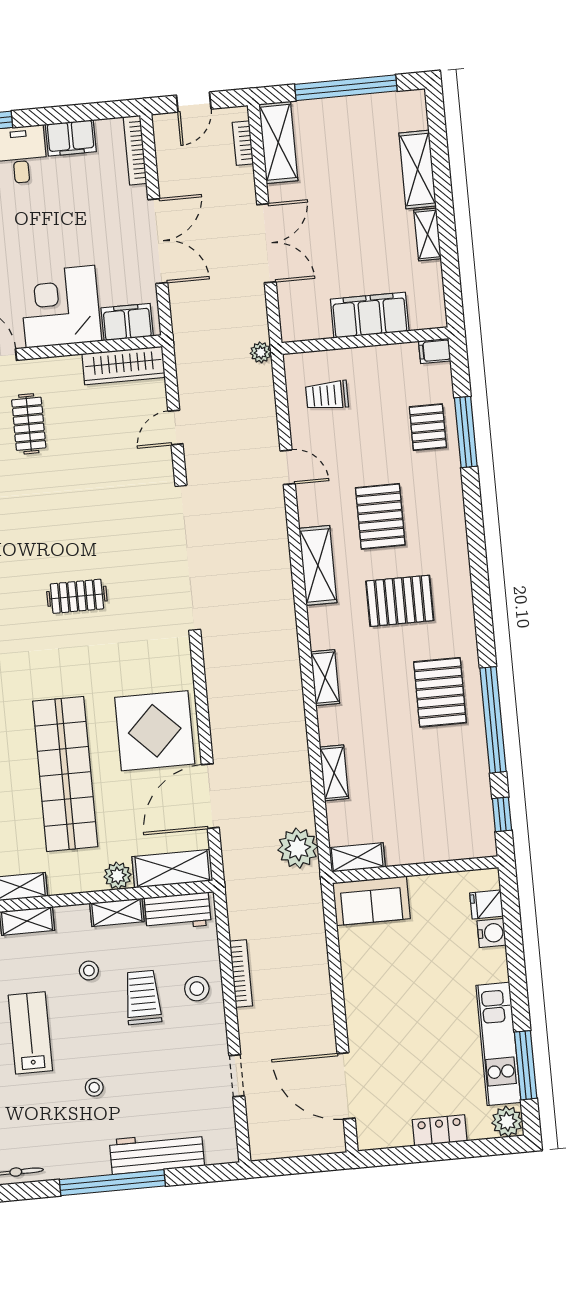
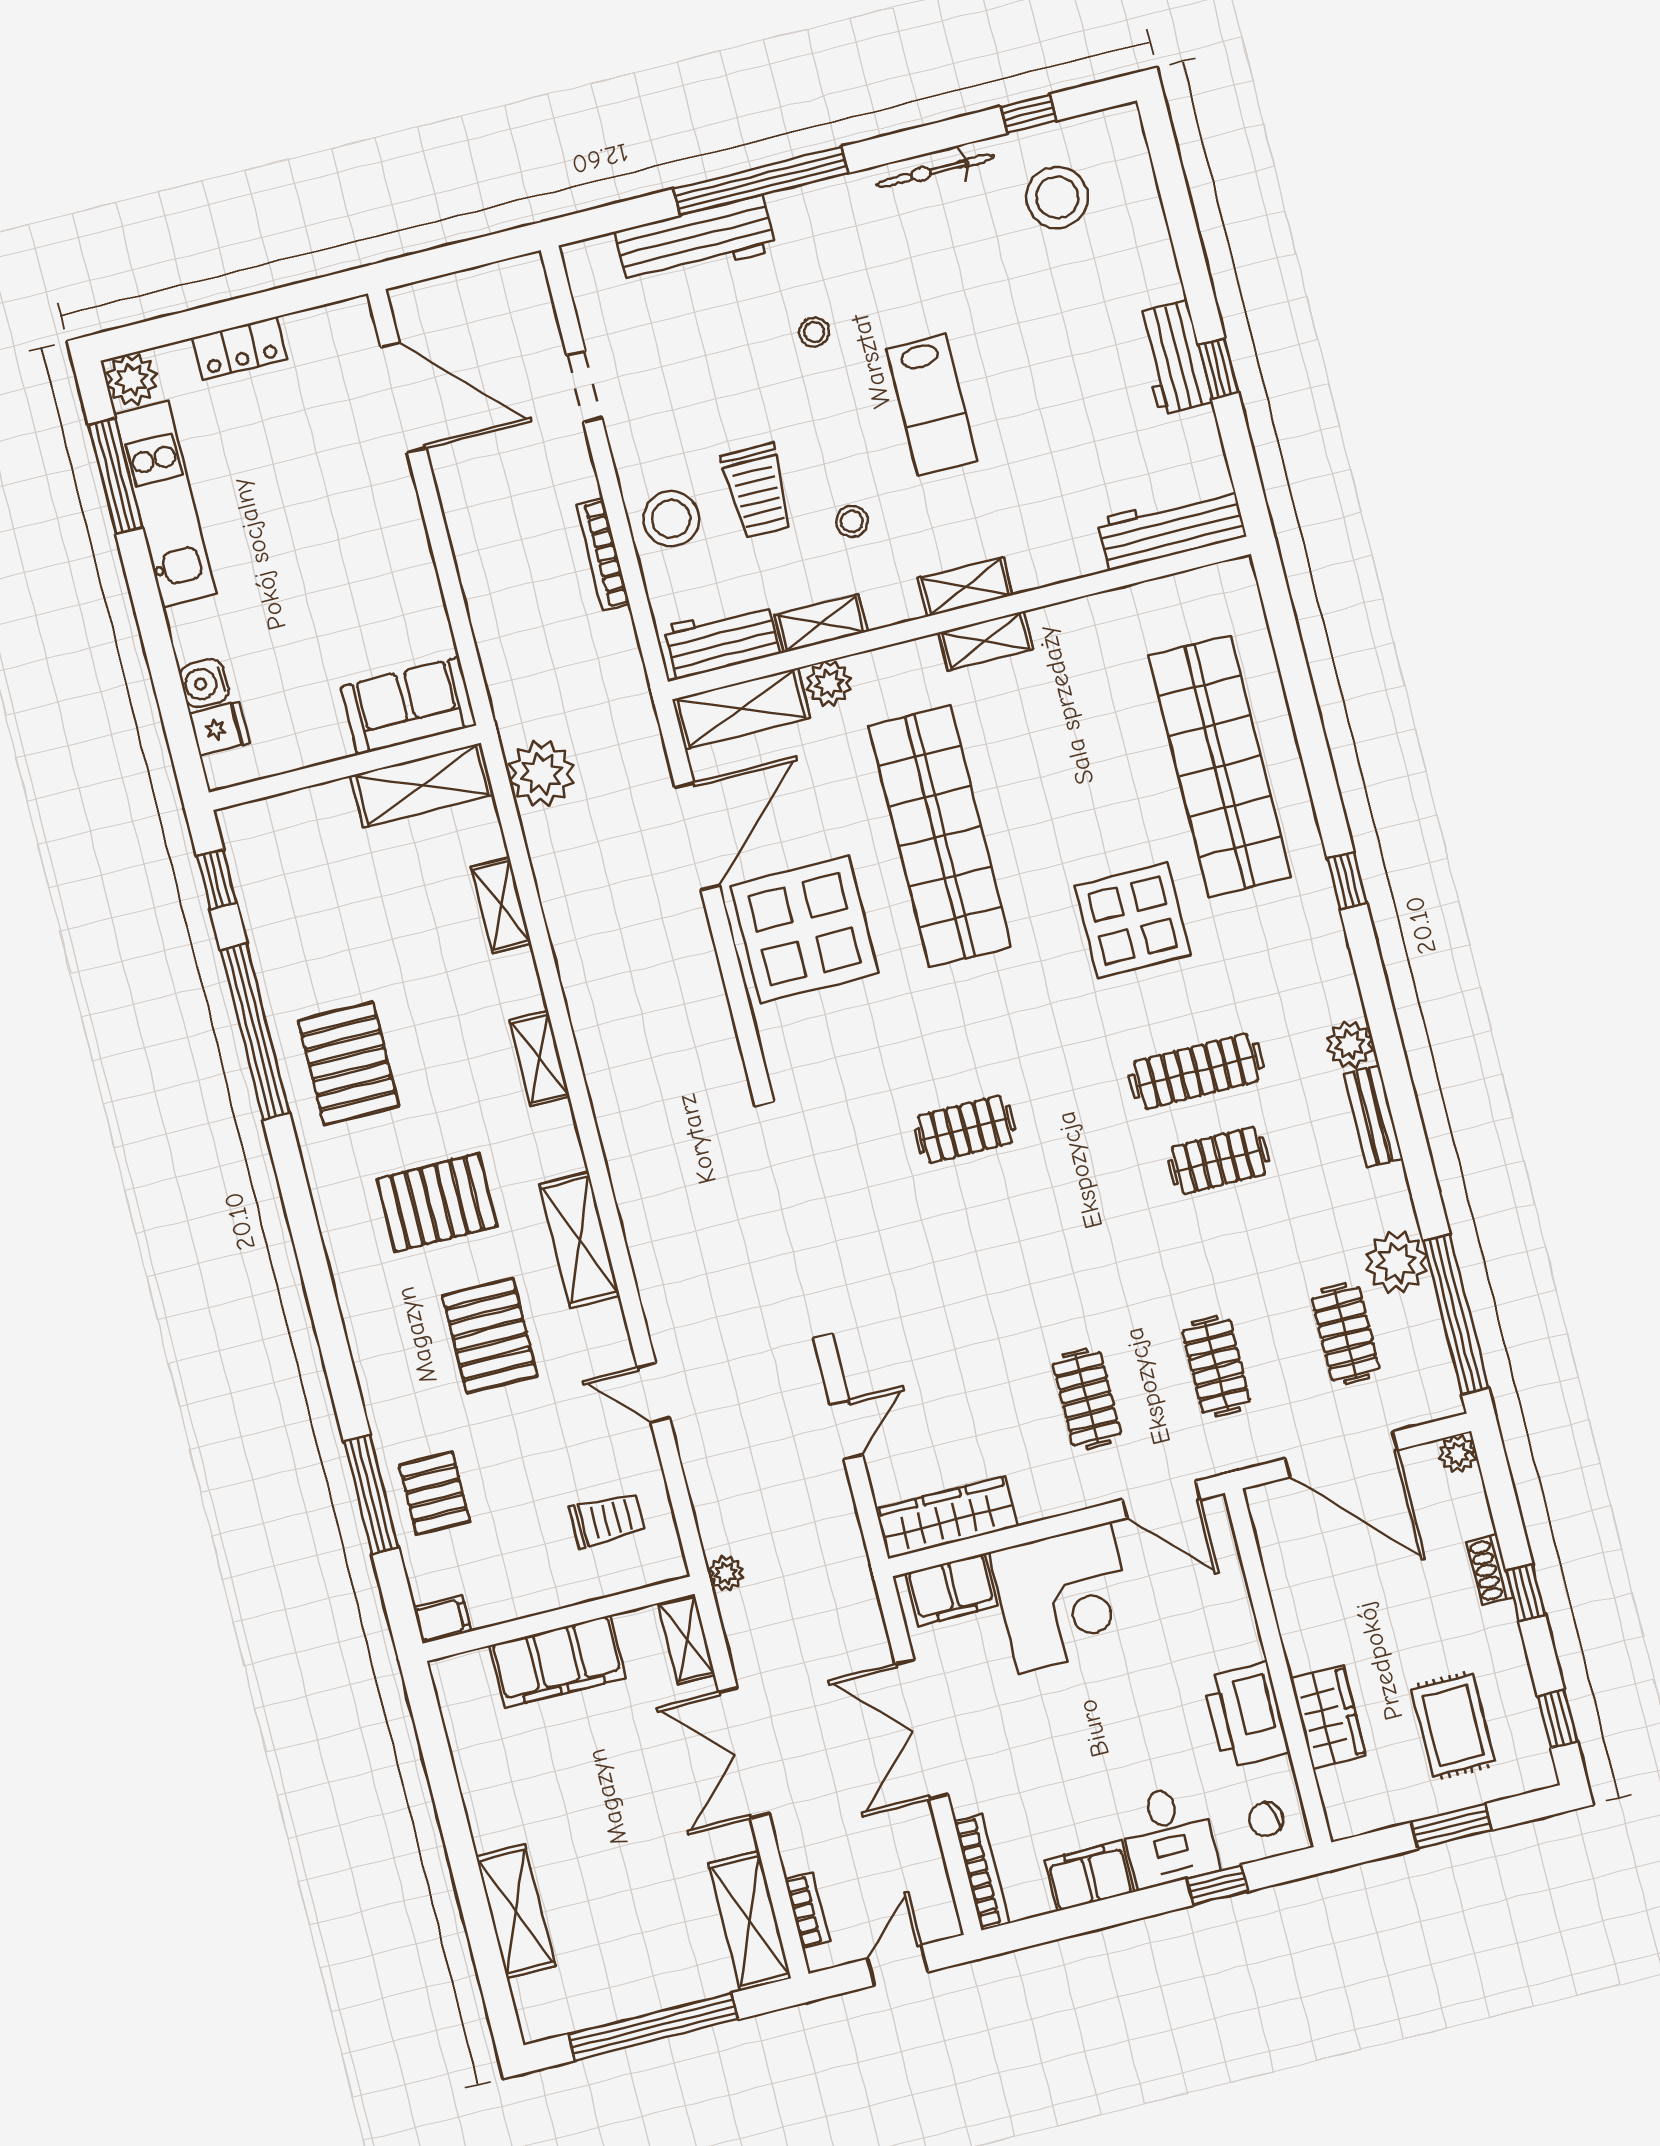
shelving: (427, 234) -> (687, 1639), moved
shelving: (357, 857) -> (422, 785), width x1.50, depth x1.33
stool: (197, 989) -> (671, 519), width x1.38, depth x1.38

